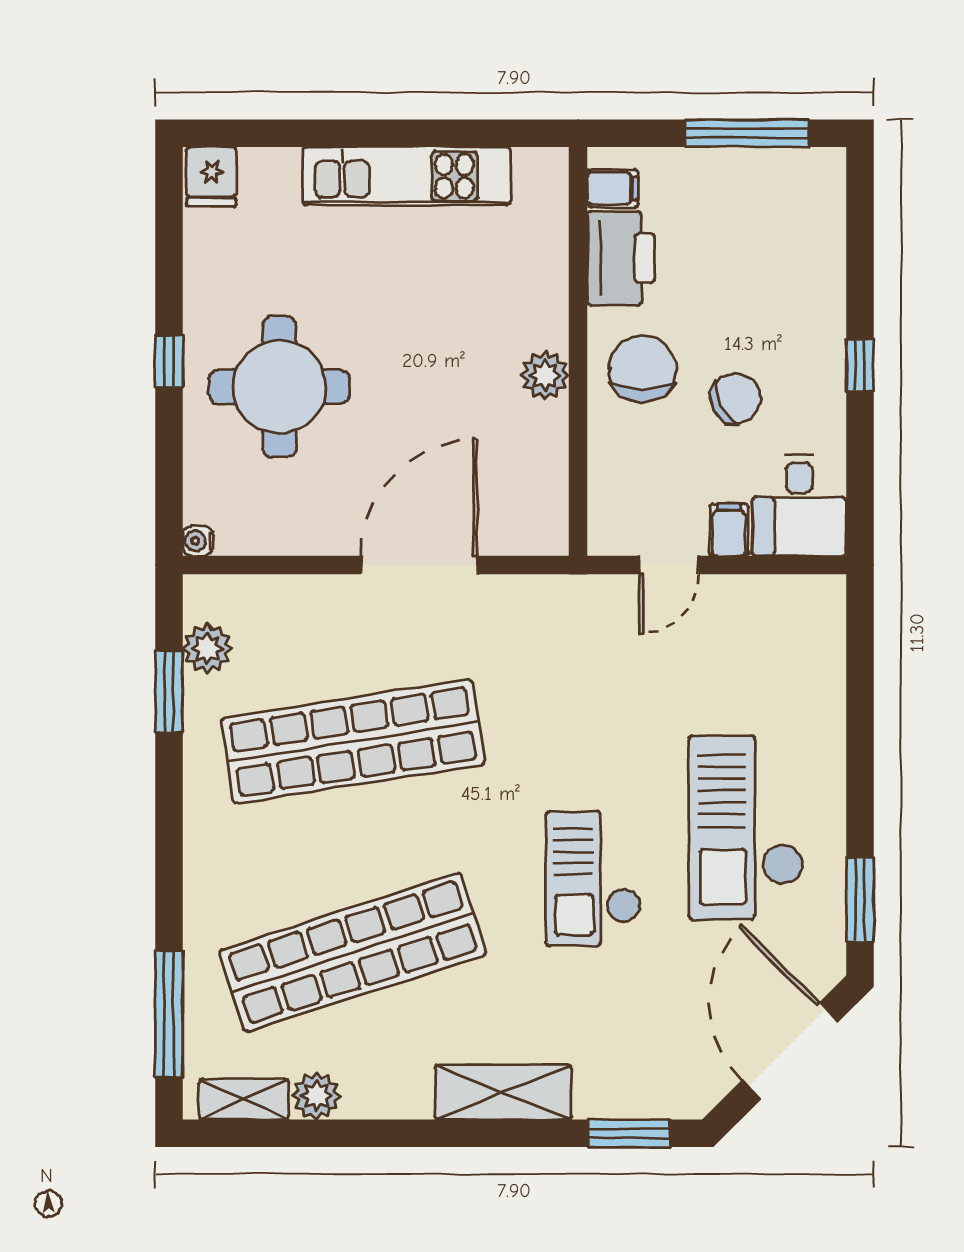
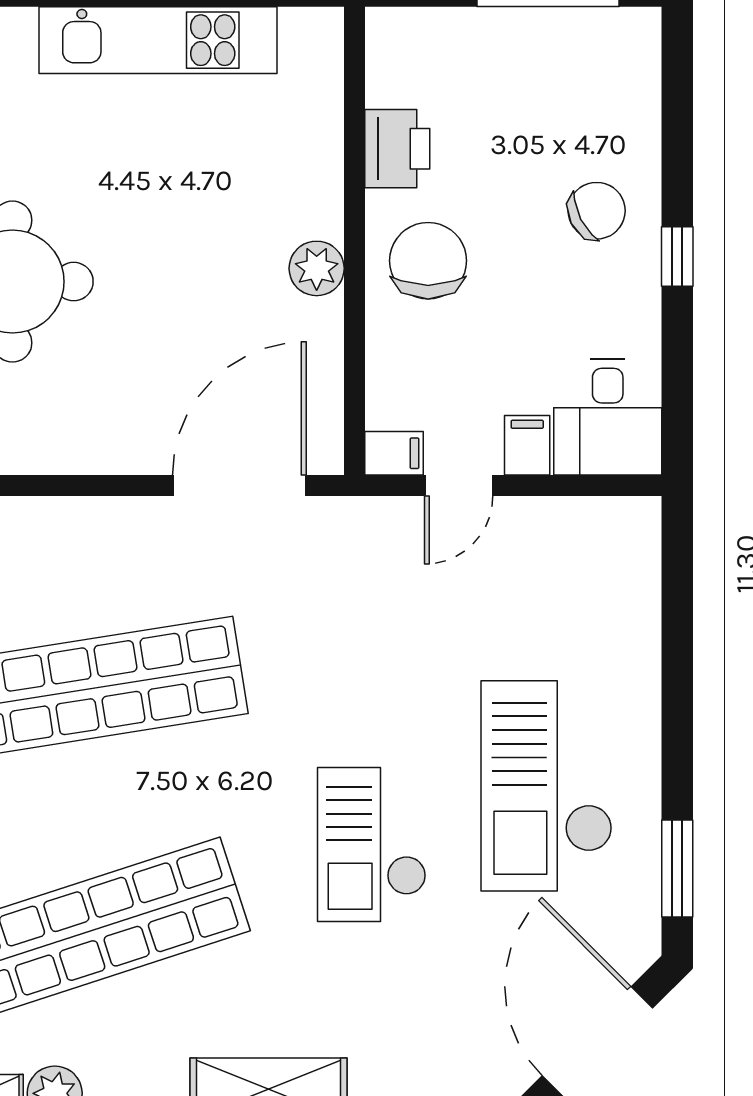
filing cabinet: (613, 188) -> (394, 453), moved
printer: (621, 258) -> (397, 149), width x0.73, depth x0.84
chair: (736, 398) -> (597, 211), moved
door: (419, 565) -> (239, 486), moved

